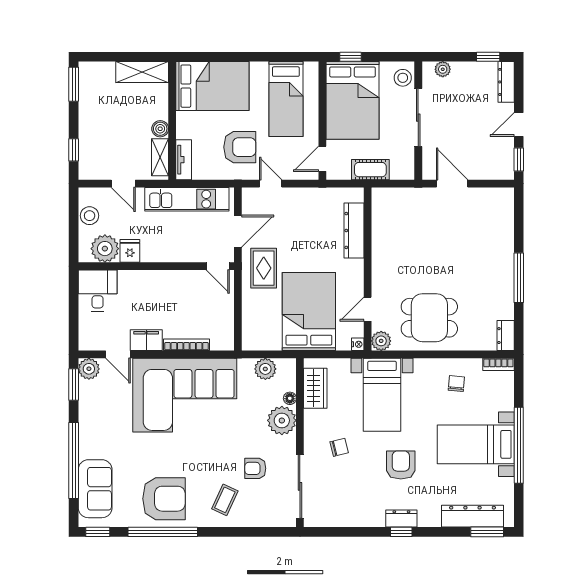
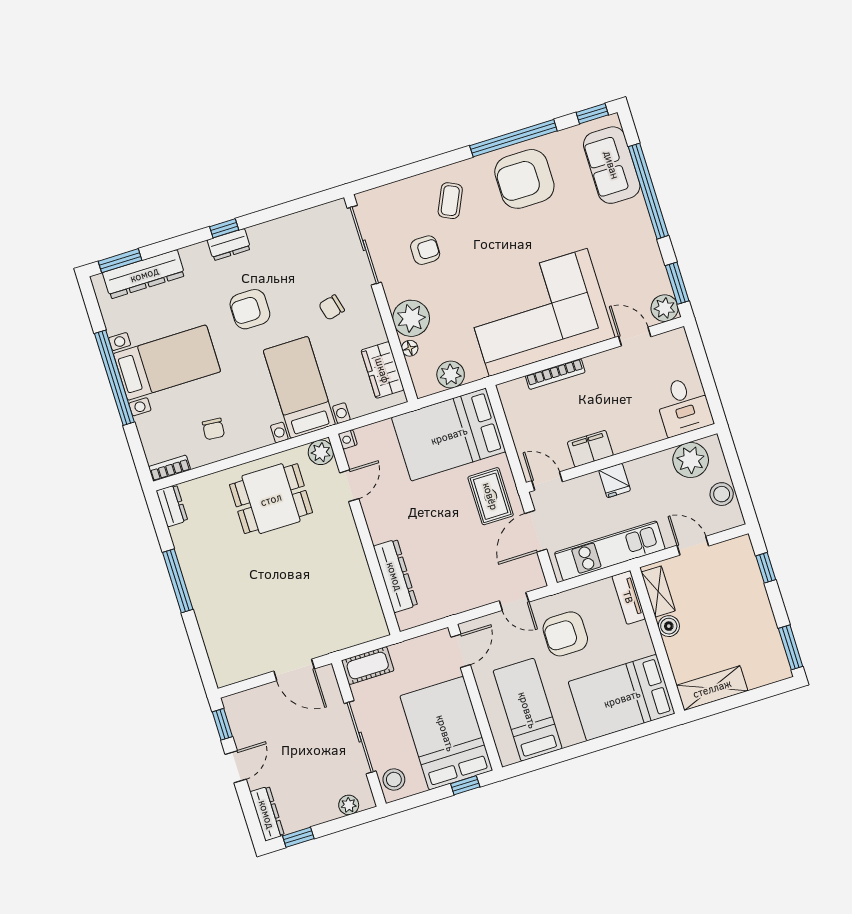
cot: (370, 170) -> (368, 666), moved
fridge: (130, 251) -> (615, 480), moved
bed: (309, 312) -> (449, 435), moved, turned 90
filing cabinet: (146, 340) -> (590, 449), moved, turned 180
armchair: (401, 465) -> (250, 309), turned 90

